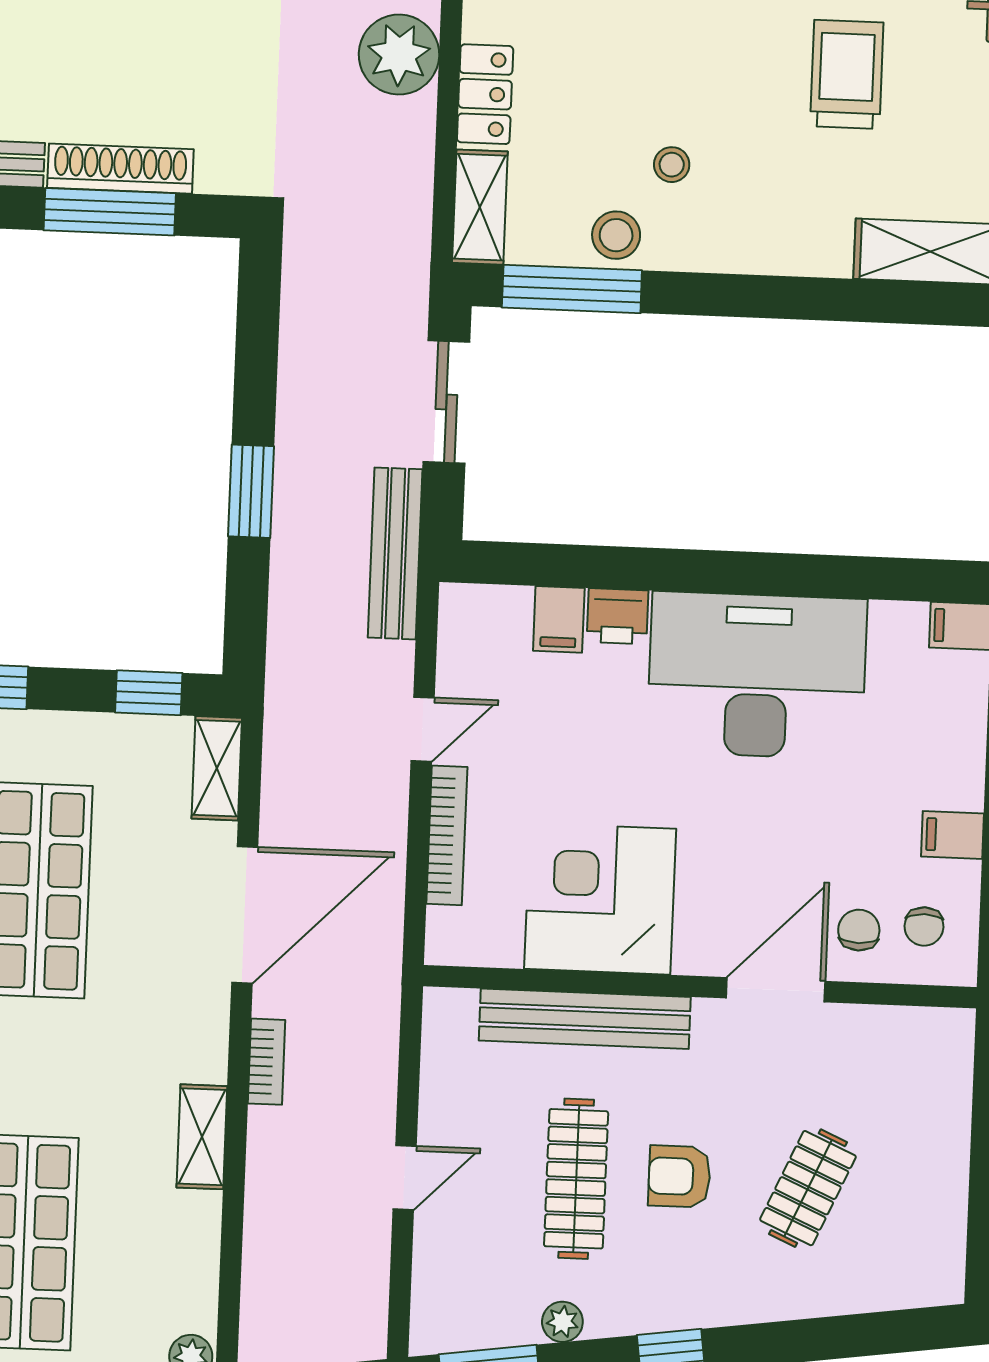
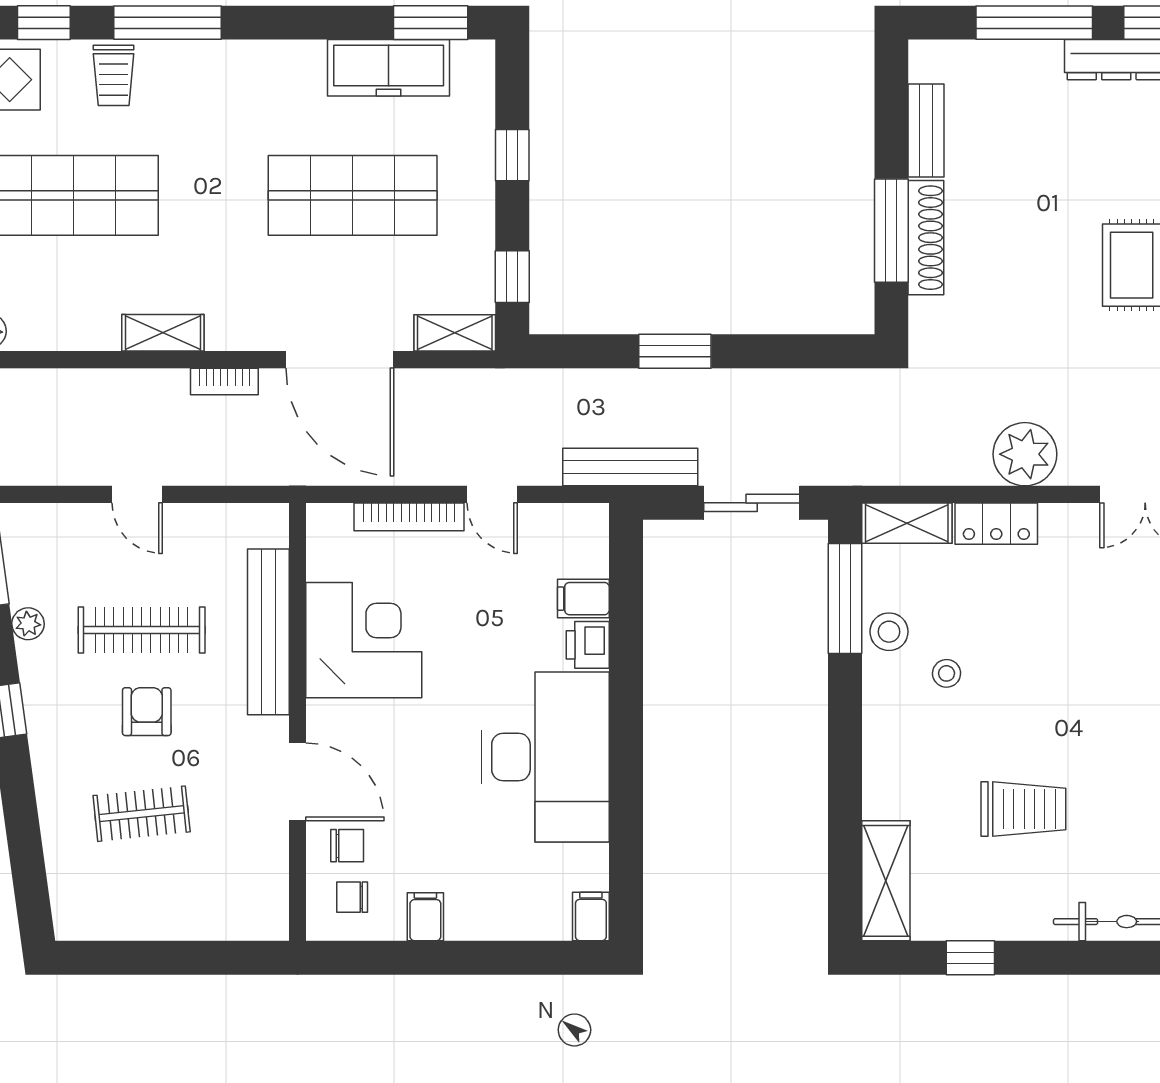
clothes rail: (808, 1188) -> (142, 814), turned -30

